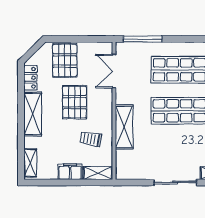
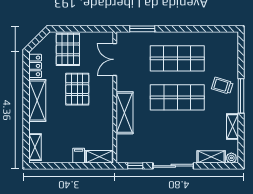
window: (143, 39) -> (142, 29), width x0.69
trolley: (91, 139) -> (93, 124), removed
filing cabinet: (70, 172) -> (79, 156), width x0.50
window: (135, 183) -> (135, 166), added

